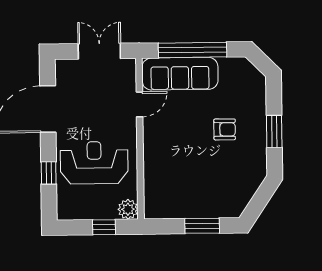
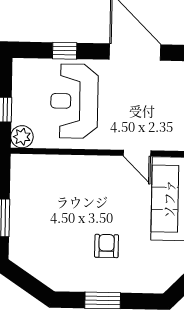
armchair: (225, 129) -> (107, 246), turned 180
reception desk: (94, 163) -> (74, 101), turned 180

